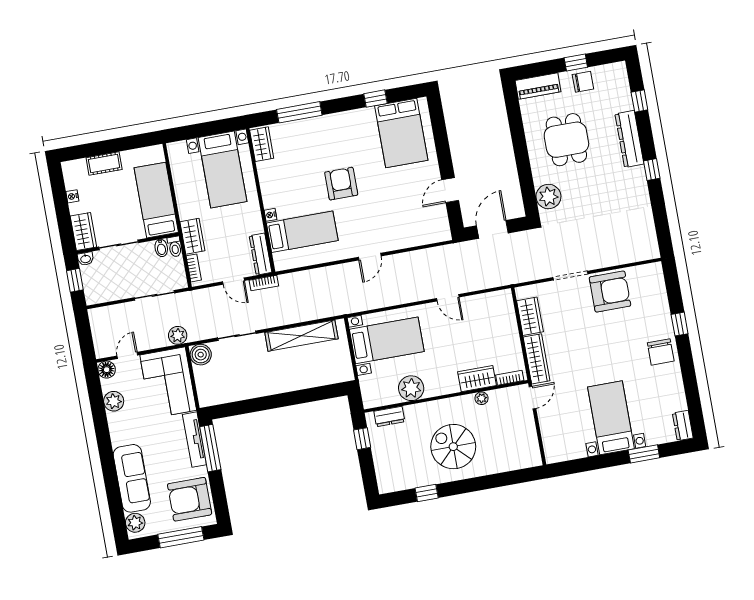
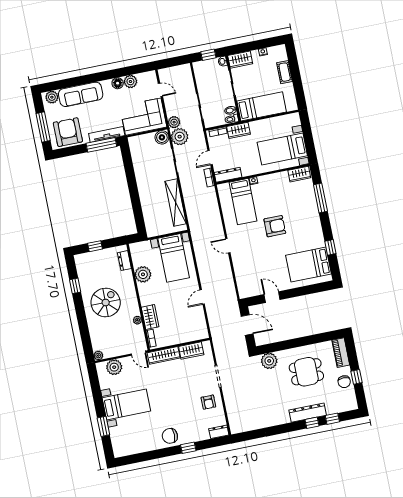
window: (652, 170) -> (312, 423), moved
armchair: (610, 292) -> (208, 402), width x0.53, depth x0.53
plant: (200, 327) -> (180, 137), added
floor lamp: (107, 370) -> (118, 83), moved
dresser: (683, 426) -> (219, 432), moved
plant: (553, 435) -> (114, 367), added
window: (362, 439) -> (95, 246), moved
plant: (535, 459) -> (98, 355), added

